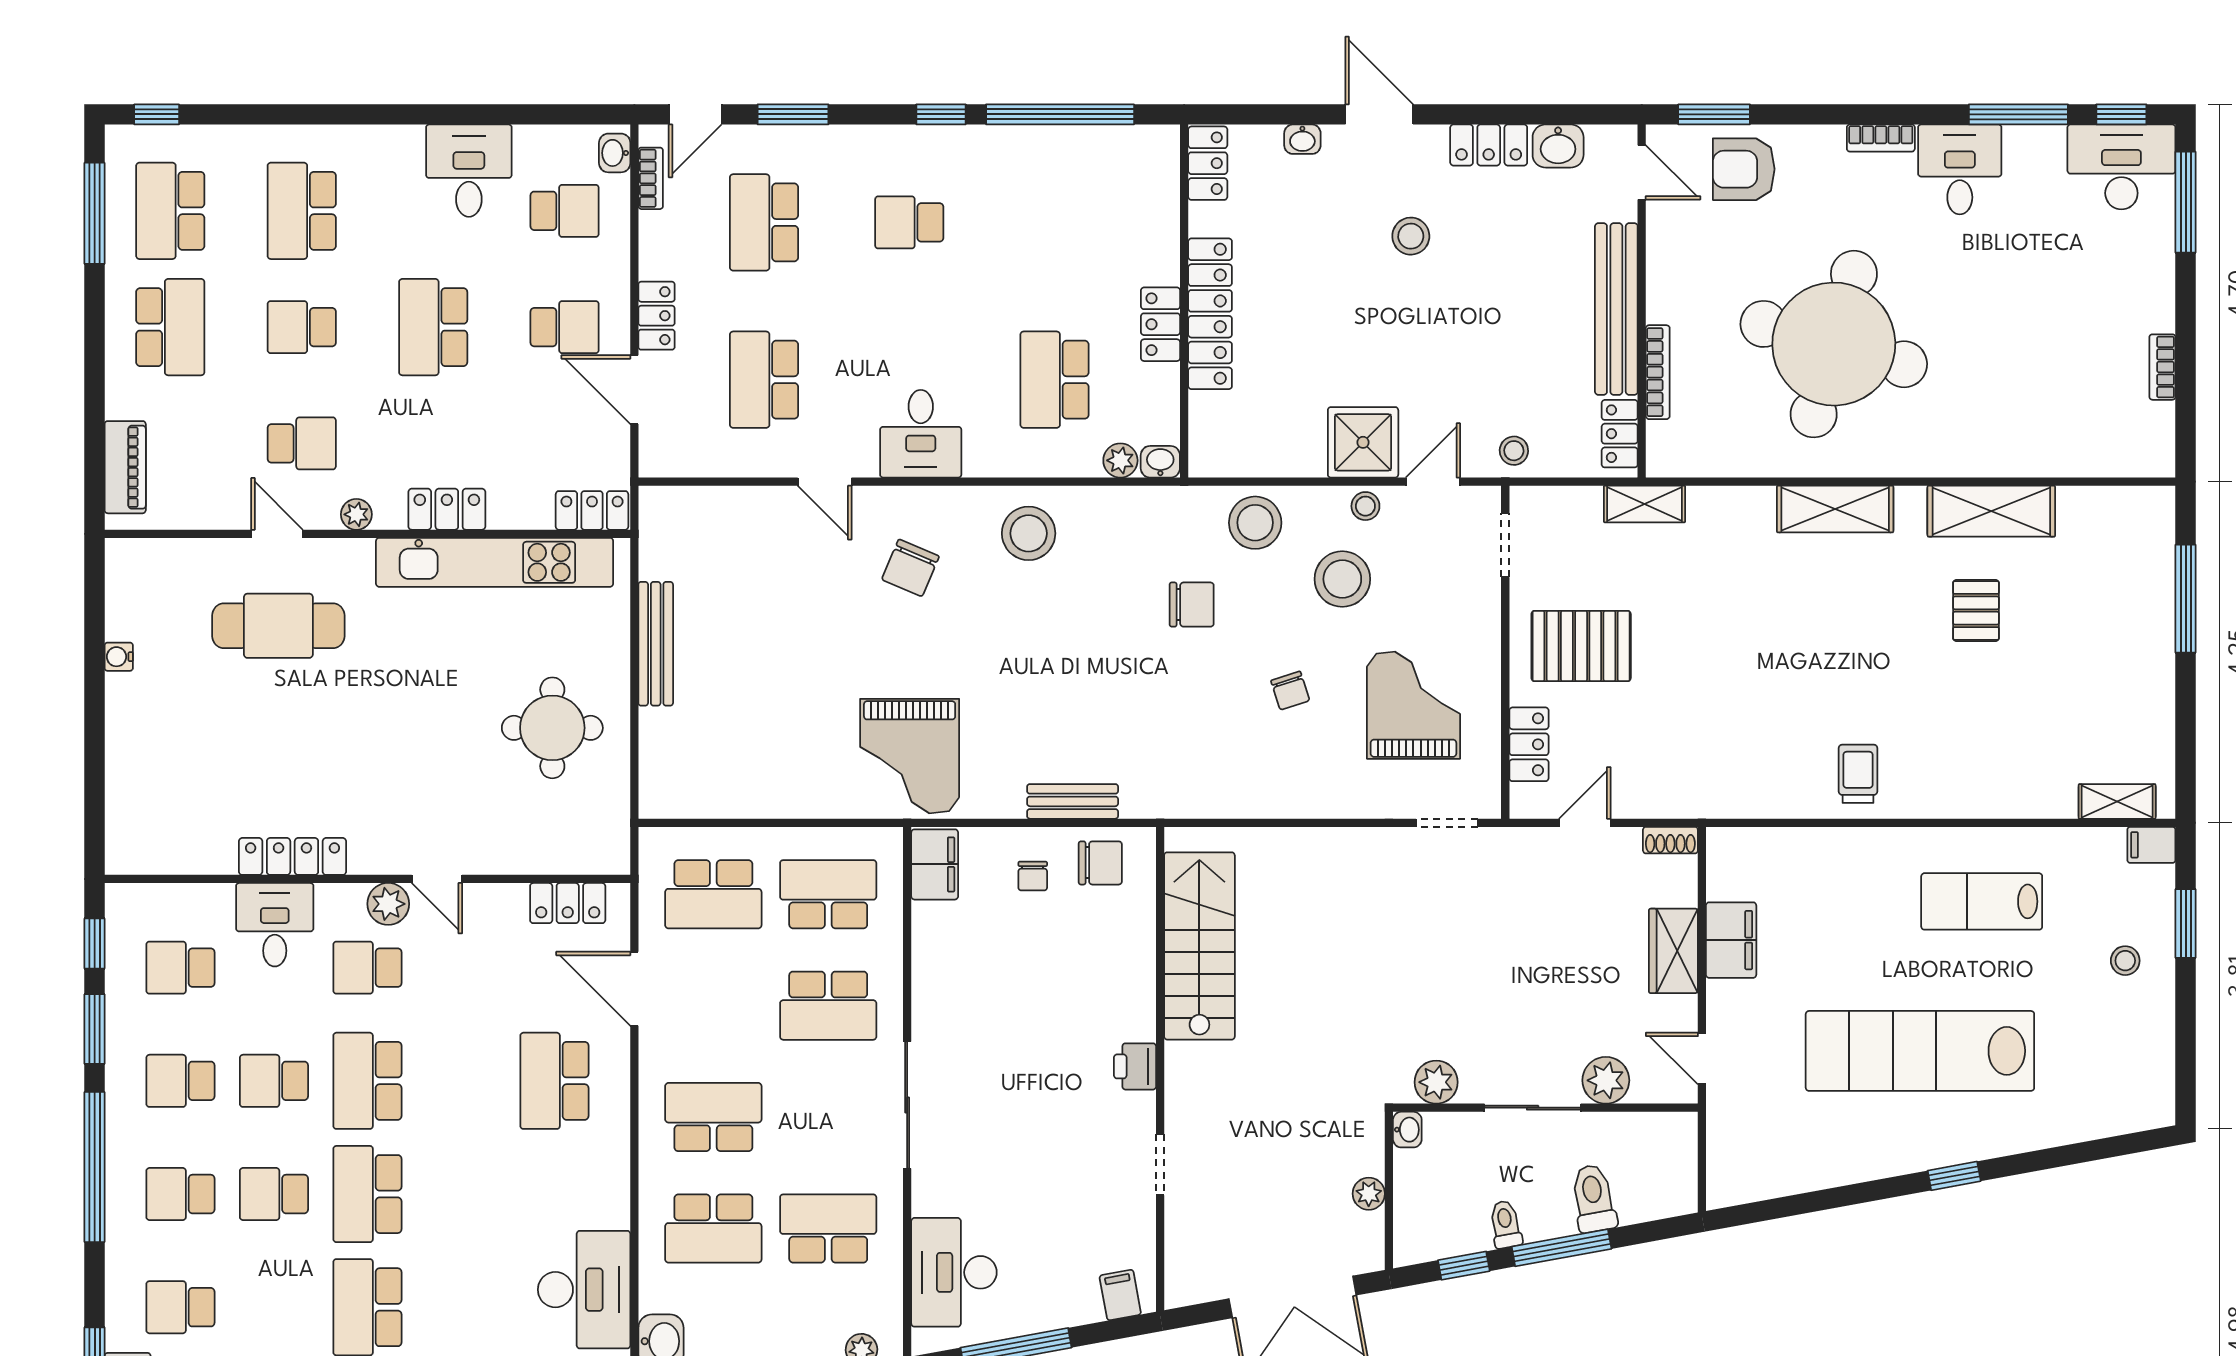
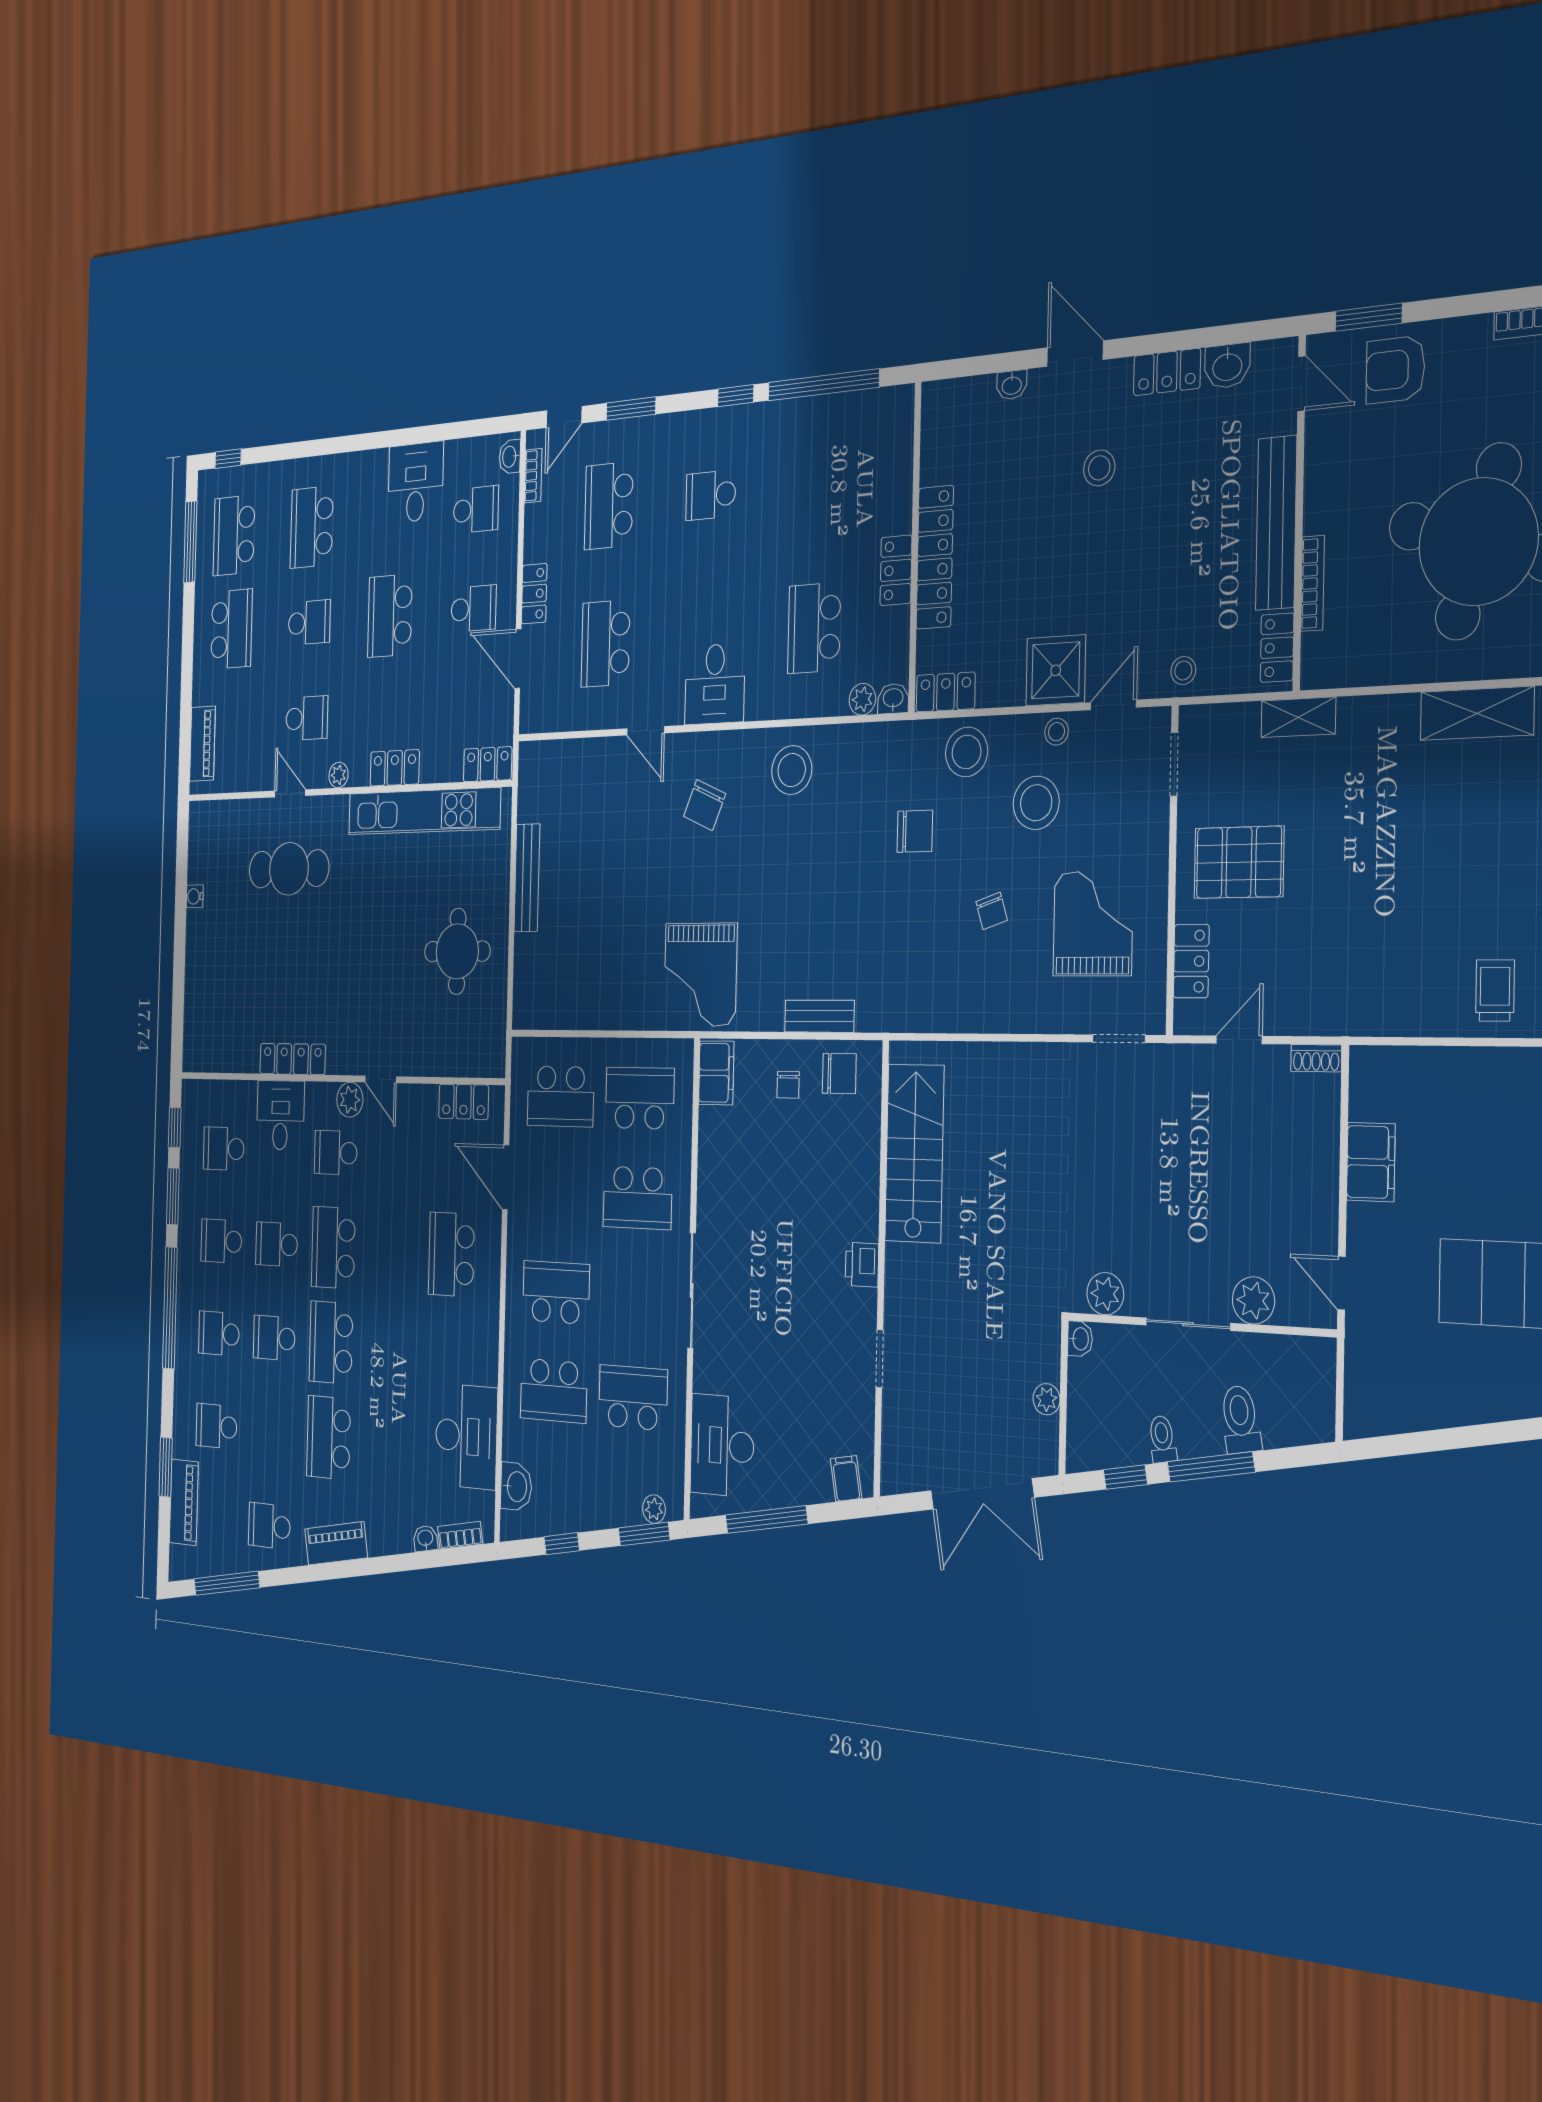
locker: (1208, 163) -> (946, 692), moved, turned -90
school desk: (302, 327) -> (309, 623), turned 180
wardrobe: (1673, 951) -> (1317, 1171), removed

